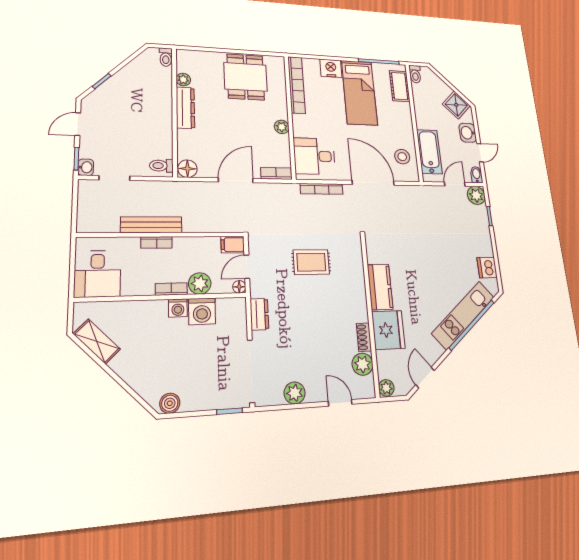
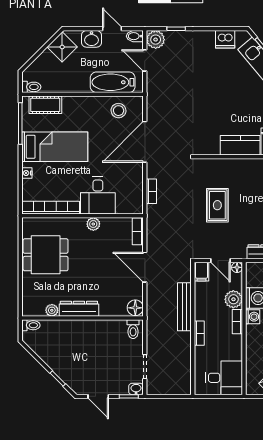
nightstand: (331, 68) -> (27, 173), width x0.53, depth x0.56
desk: (314, 156) -> (98, 196), moved
bookcase: (322, 189) -> (151, 191), width x0.64
bench: (151, 225) -> (184, 307), moved

